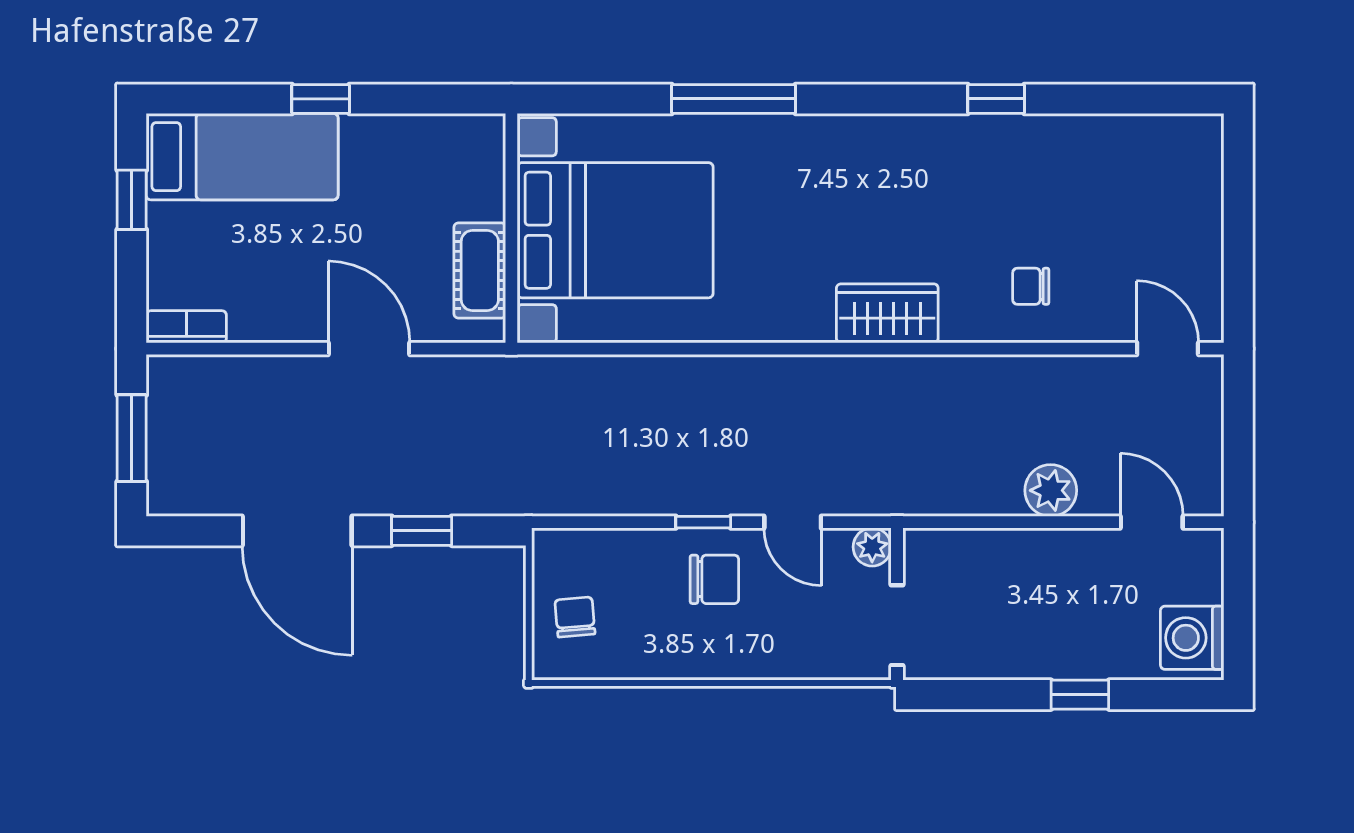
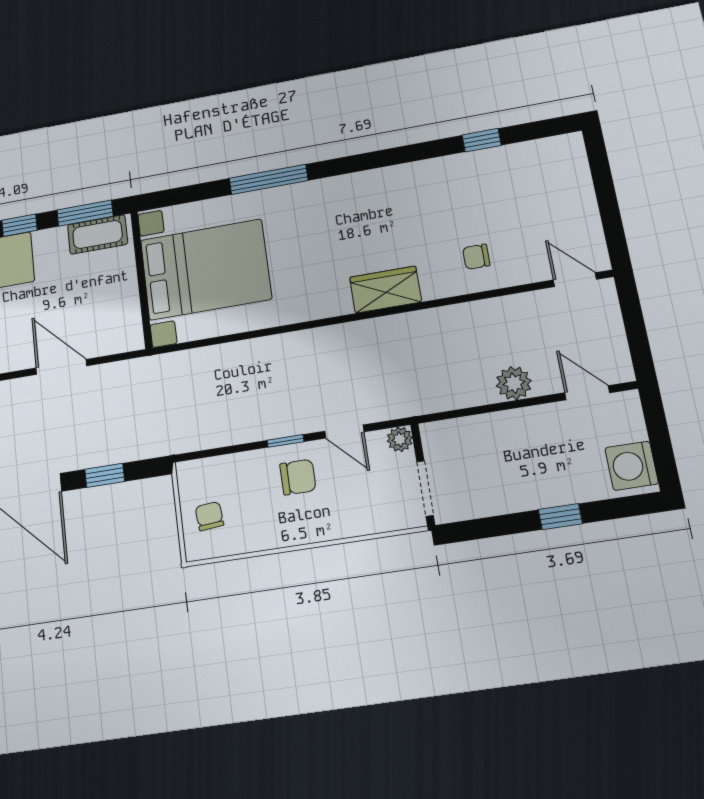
window: (431, 99) -> (85, 213), added
window: (996, 99) -> (482, 140), moved
cot: (480, 270) -> (98, 234), moved, turned 90

